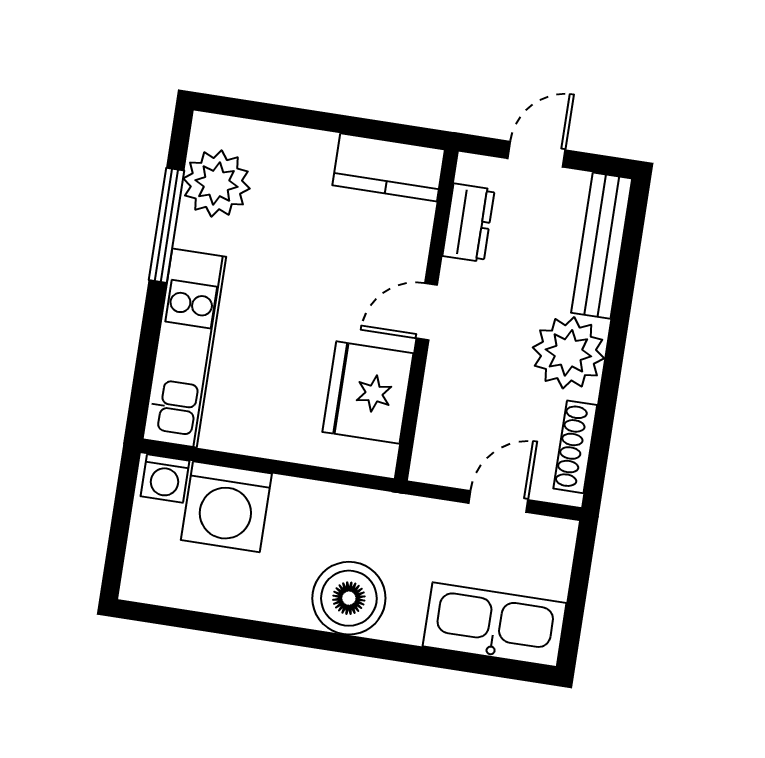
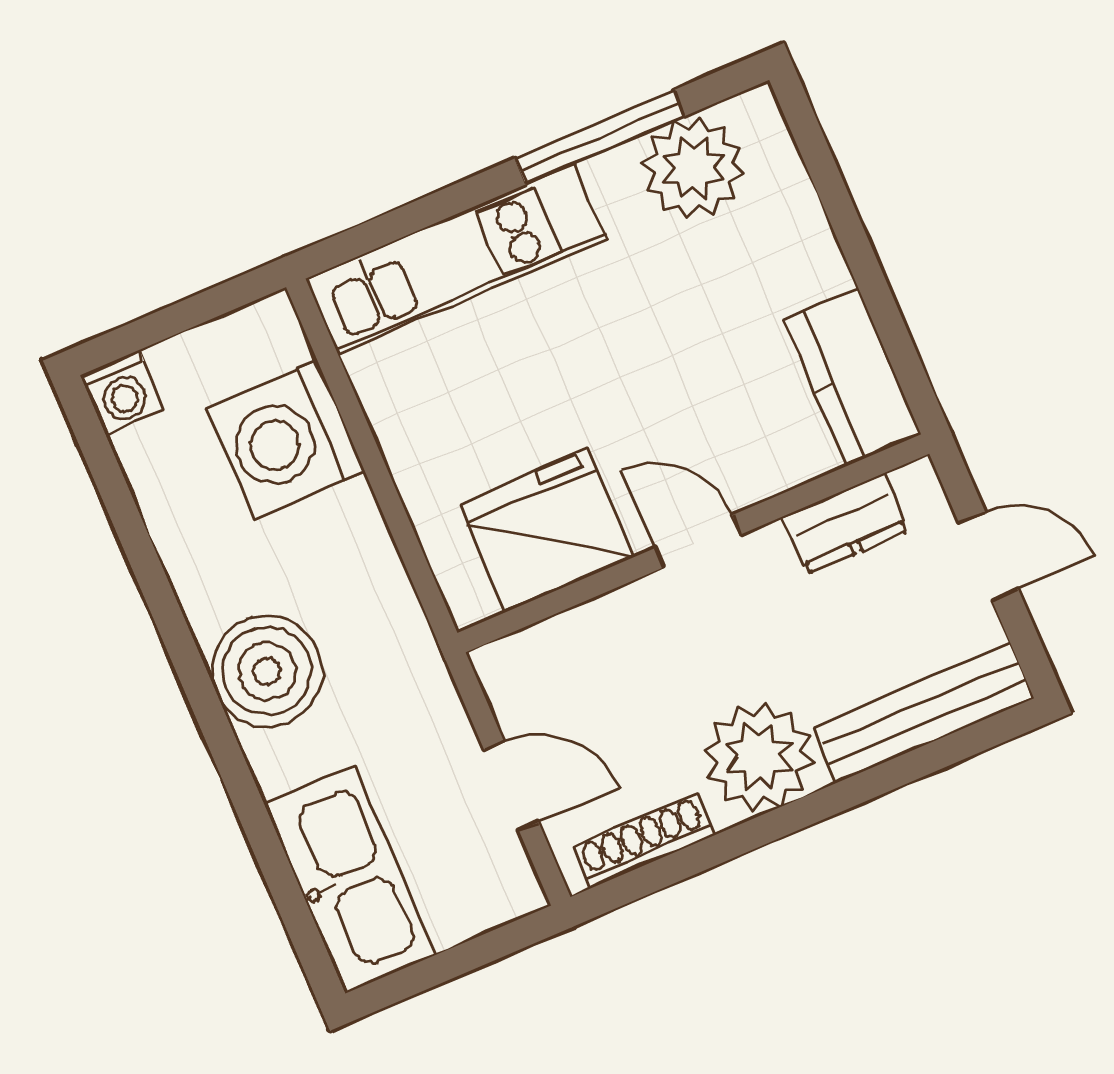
washing machine: (165, 478) -> (122, 392), moved, turned -90

